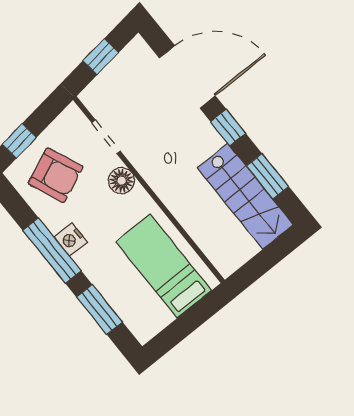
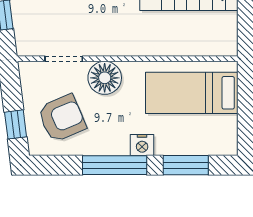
floor lamp: (121, 181) -> (105, 78), width x1.38, depth x1.38
nightstand: (71, 240) -> (142, 145), moved

